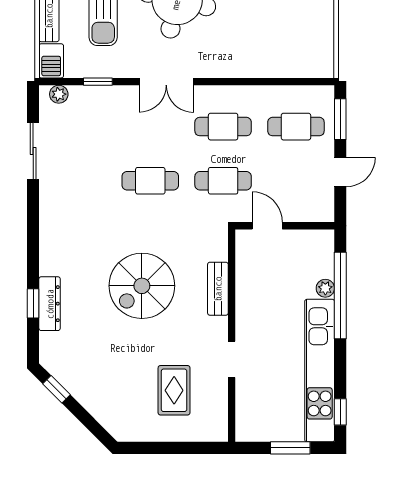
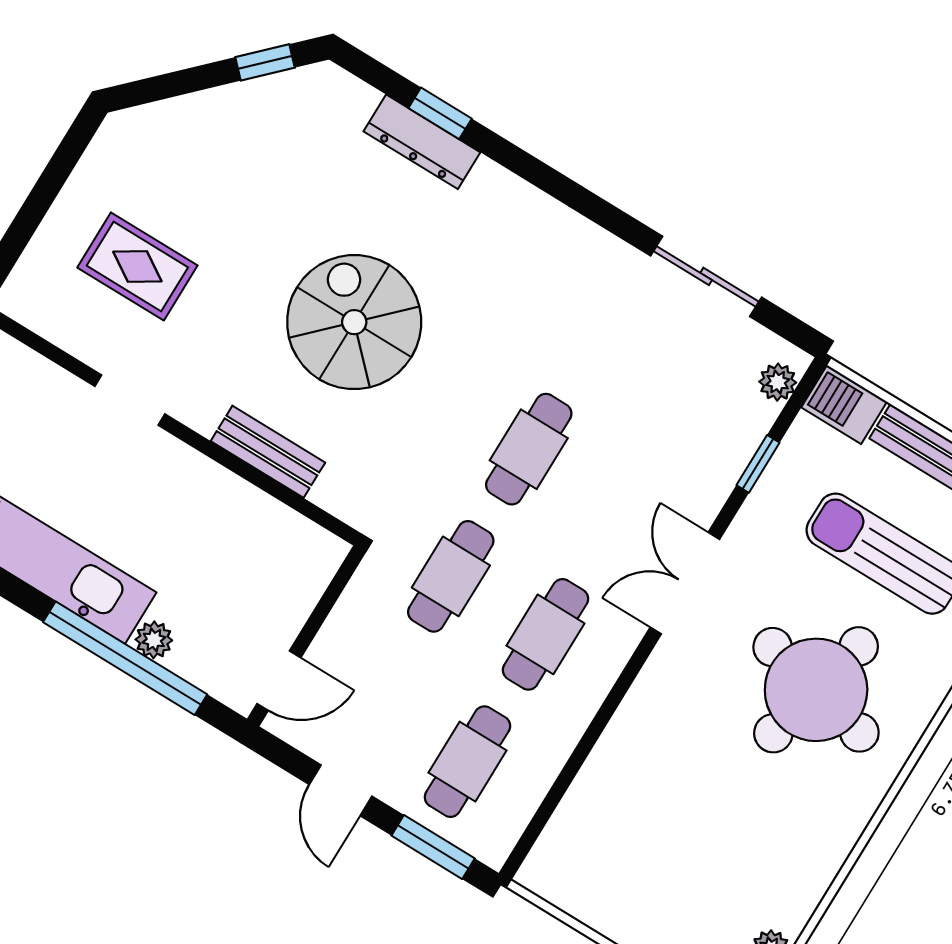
door: (267, 226) -> (279, 681), moved

